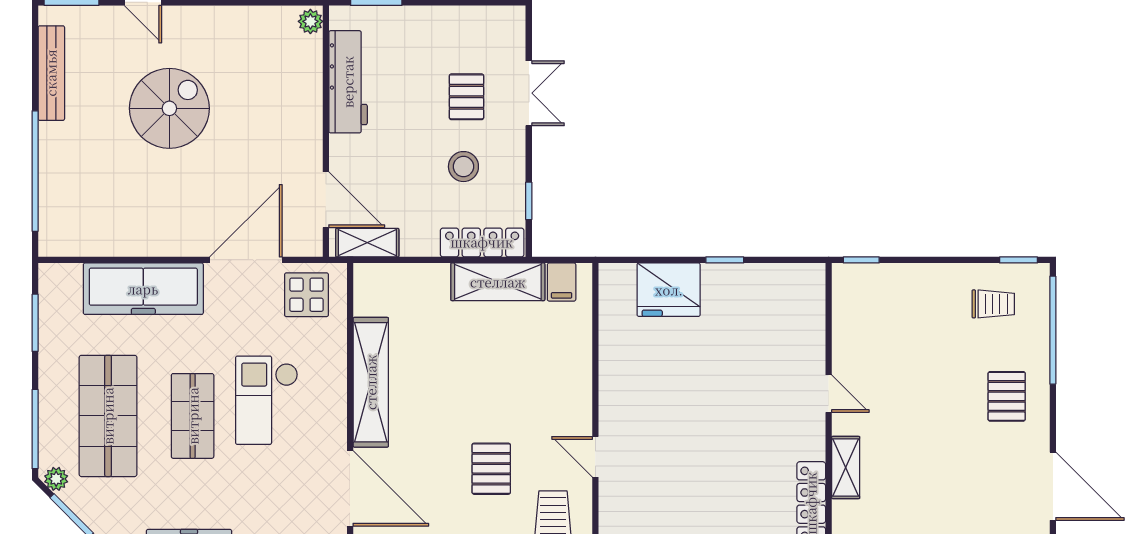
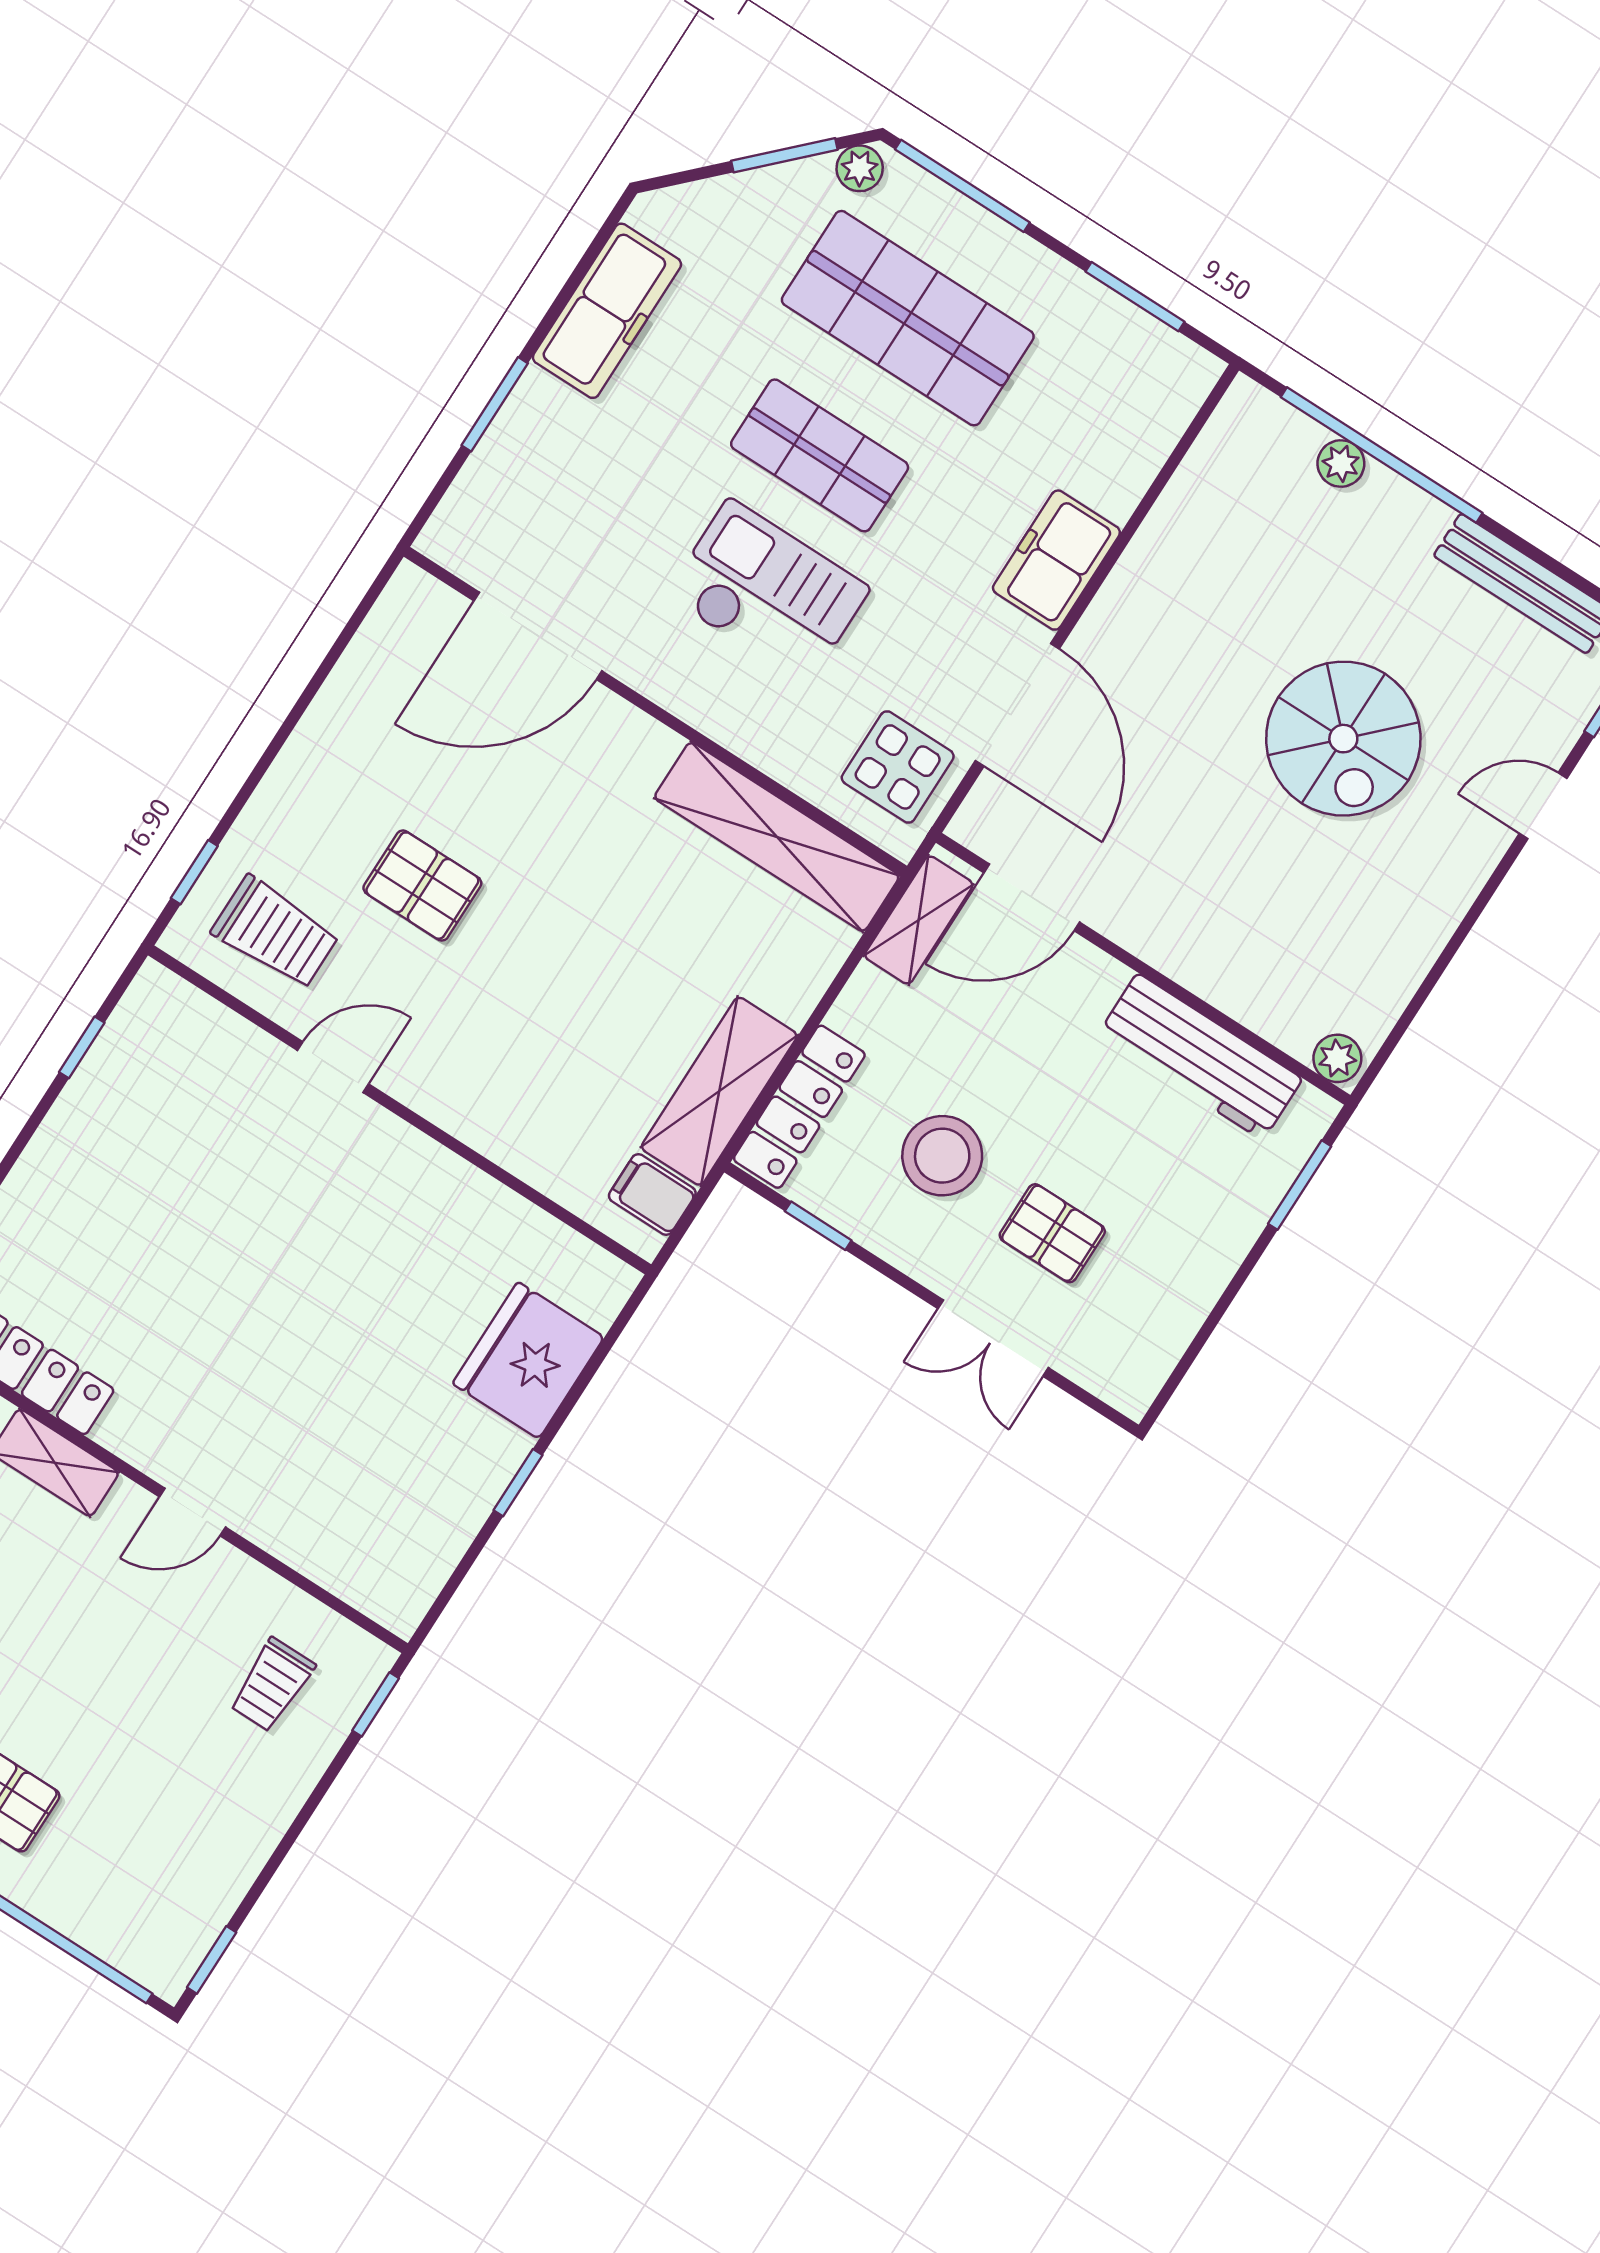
stool: (463, 167) -> (942, 1156), width x1.38, depth x1.38
plant: (50, 186) -> (1341, 463), added
freezer: (143, 289) -> (1056, 560), width x0.52, depth x0.79
trolley: (993, 304) -> (272, 1685), moved
shelving: (371, 382) -> (777, 837), moved

